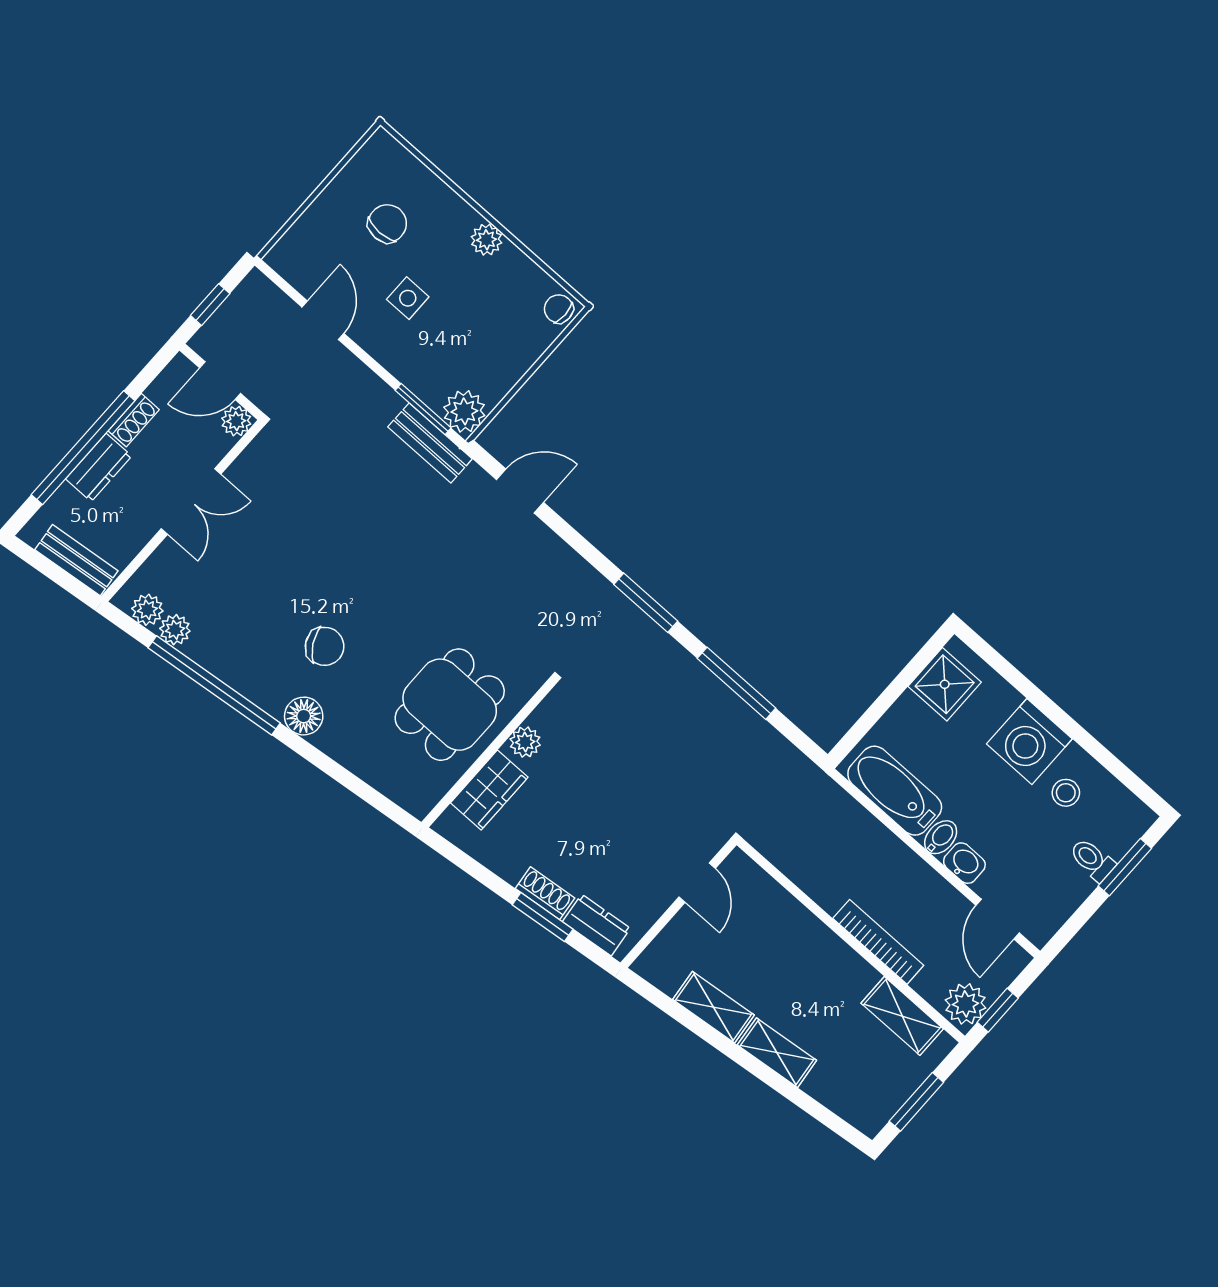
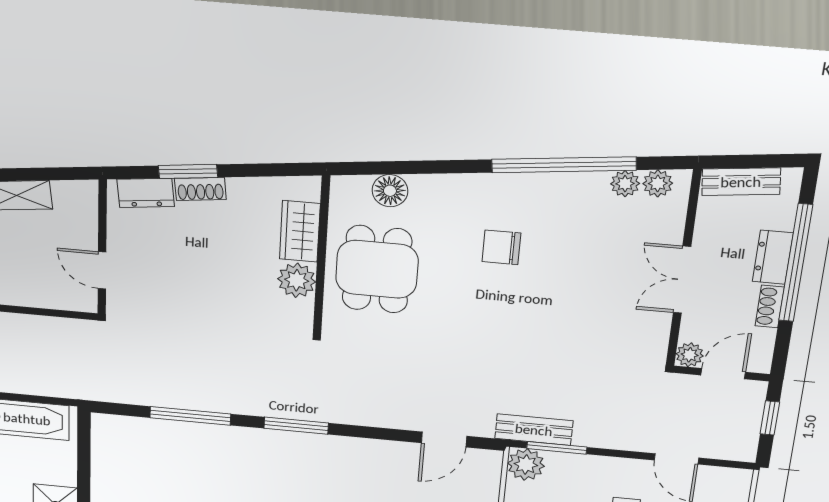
chair: (325, 646) -> (501, 247), turned 30
floor lamp: (304, 716) -> (390, 191), moved
plant: (525, 742) -> (297, 280), width x1.38, depth x1.38

